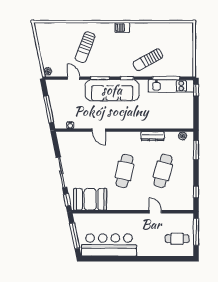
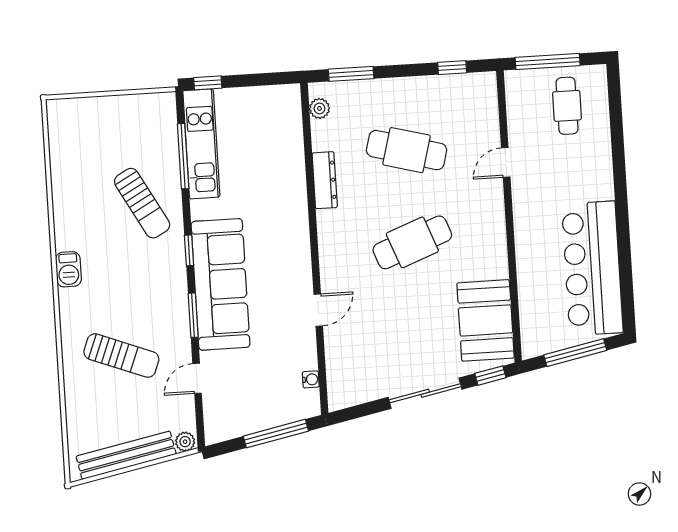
bench: (44, 47) -> (126, 455), added
cafe table: (124, 171) -> (412, 242), turned -33

